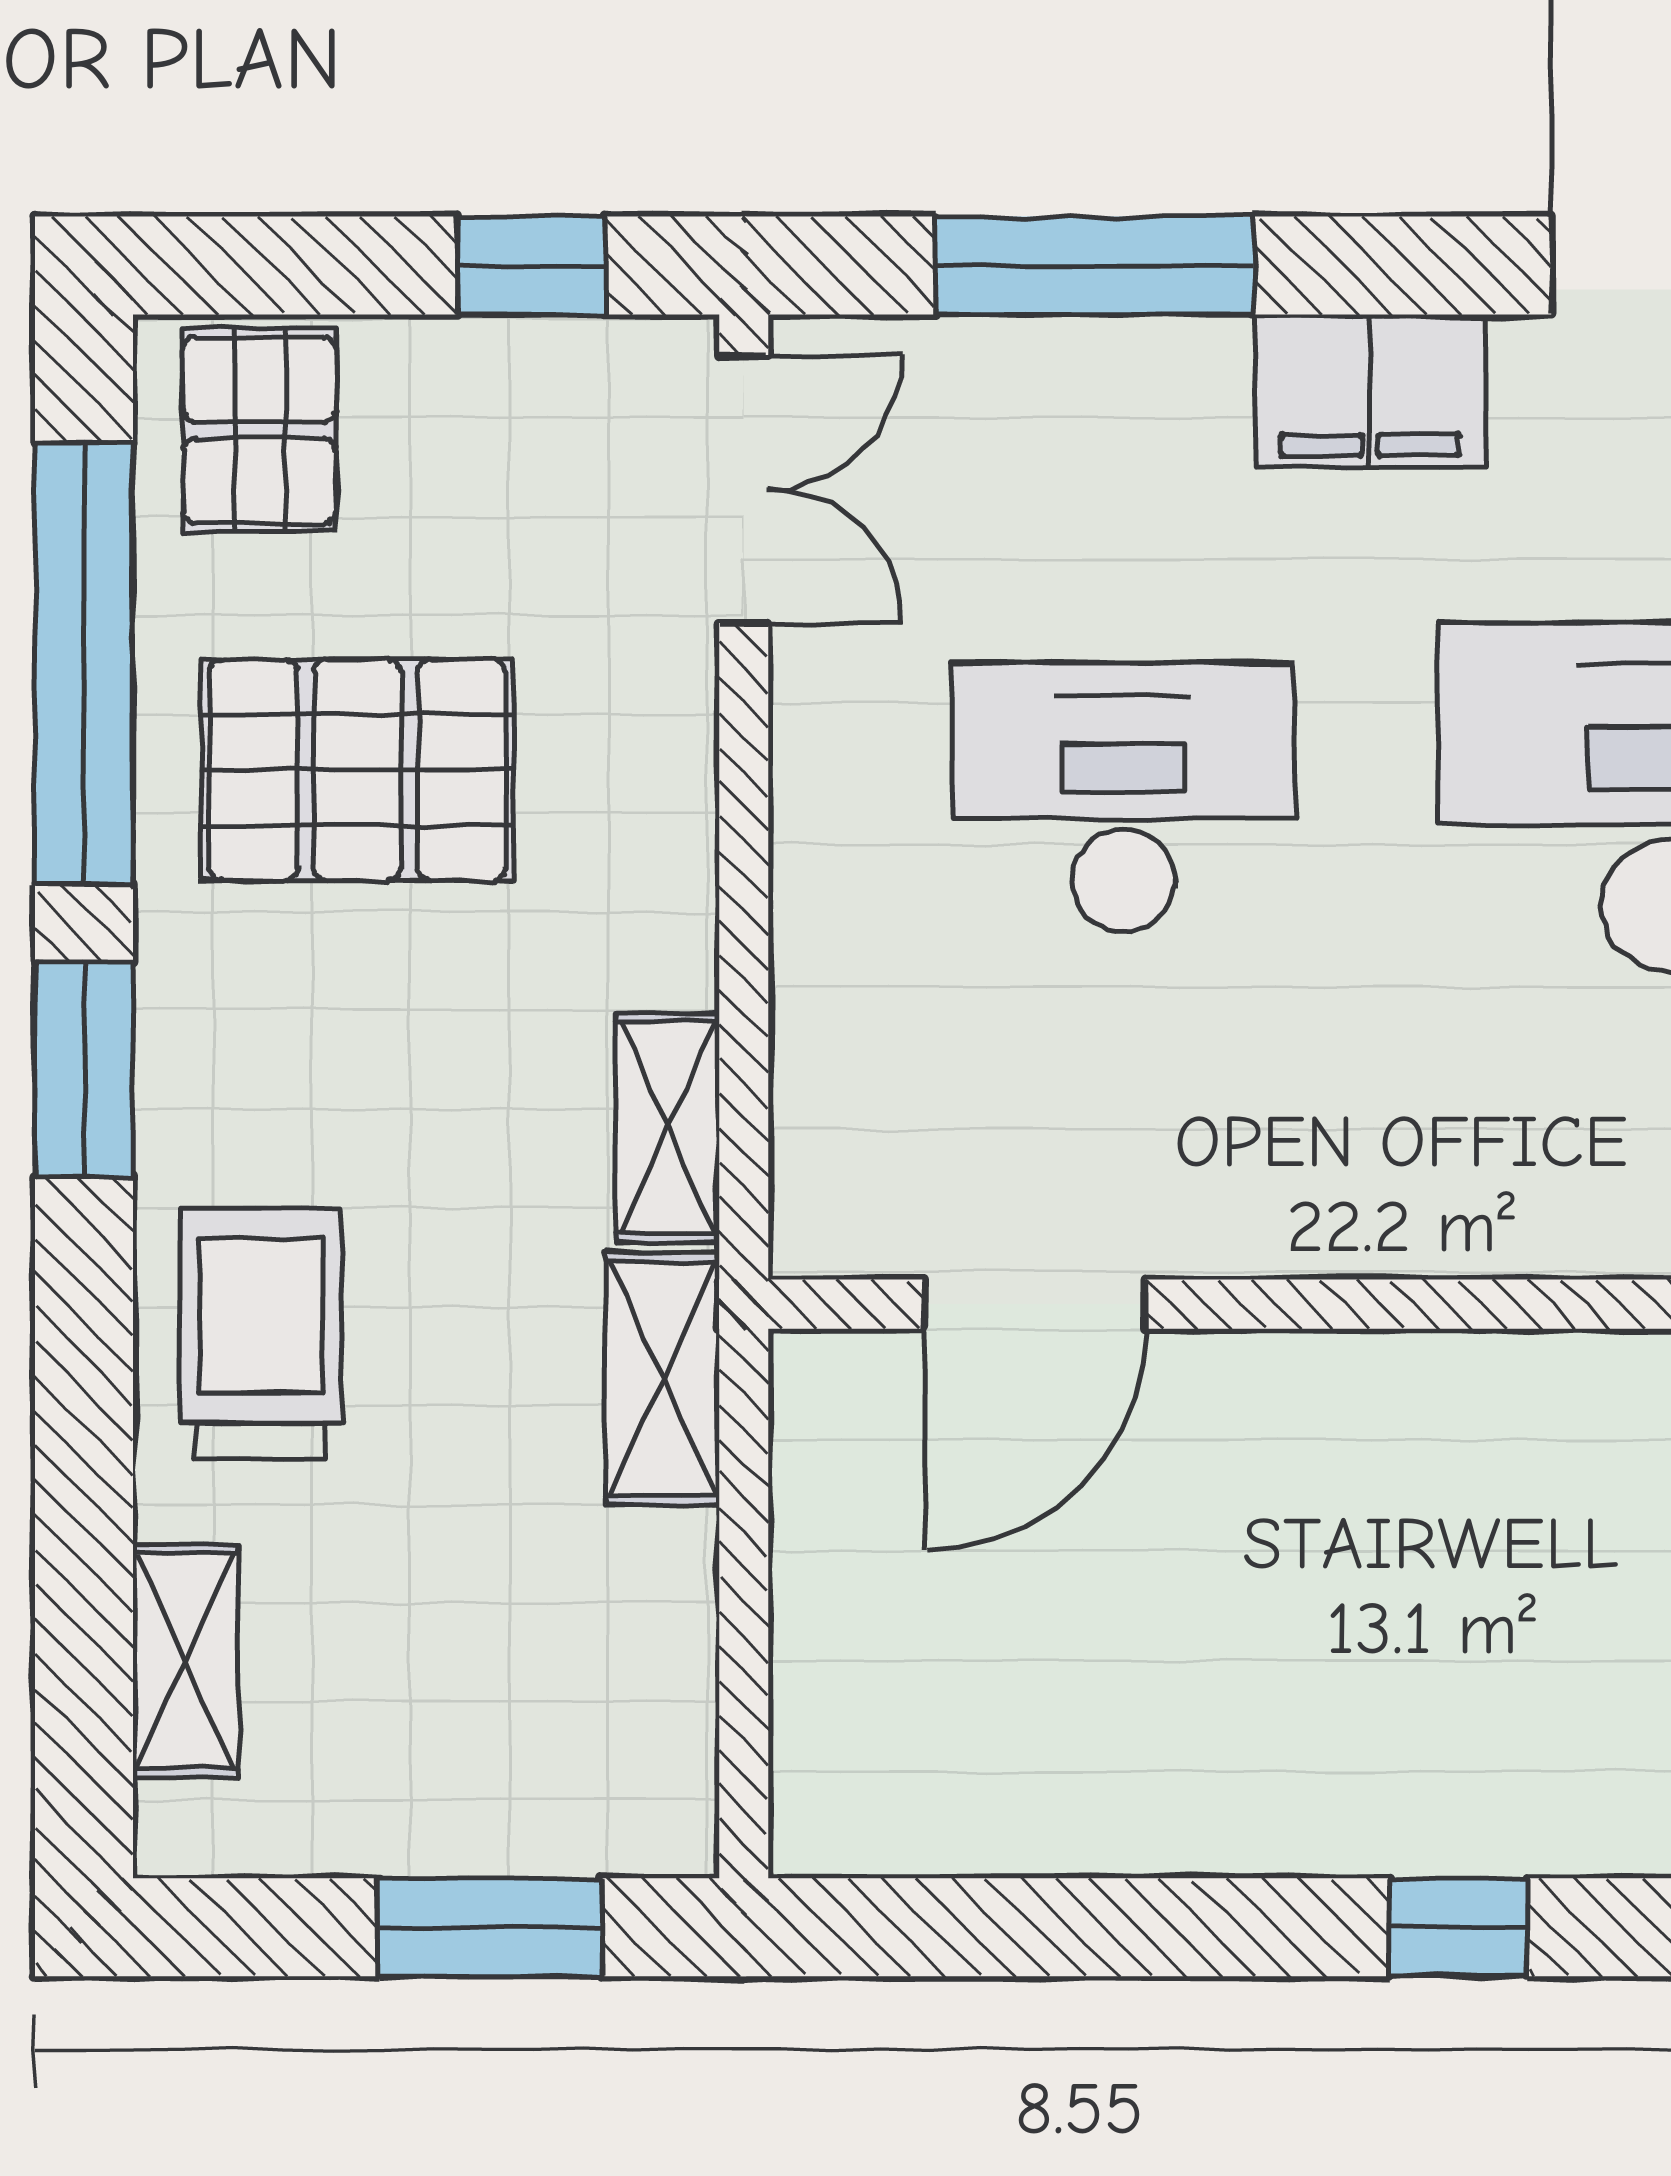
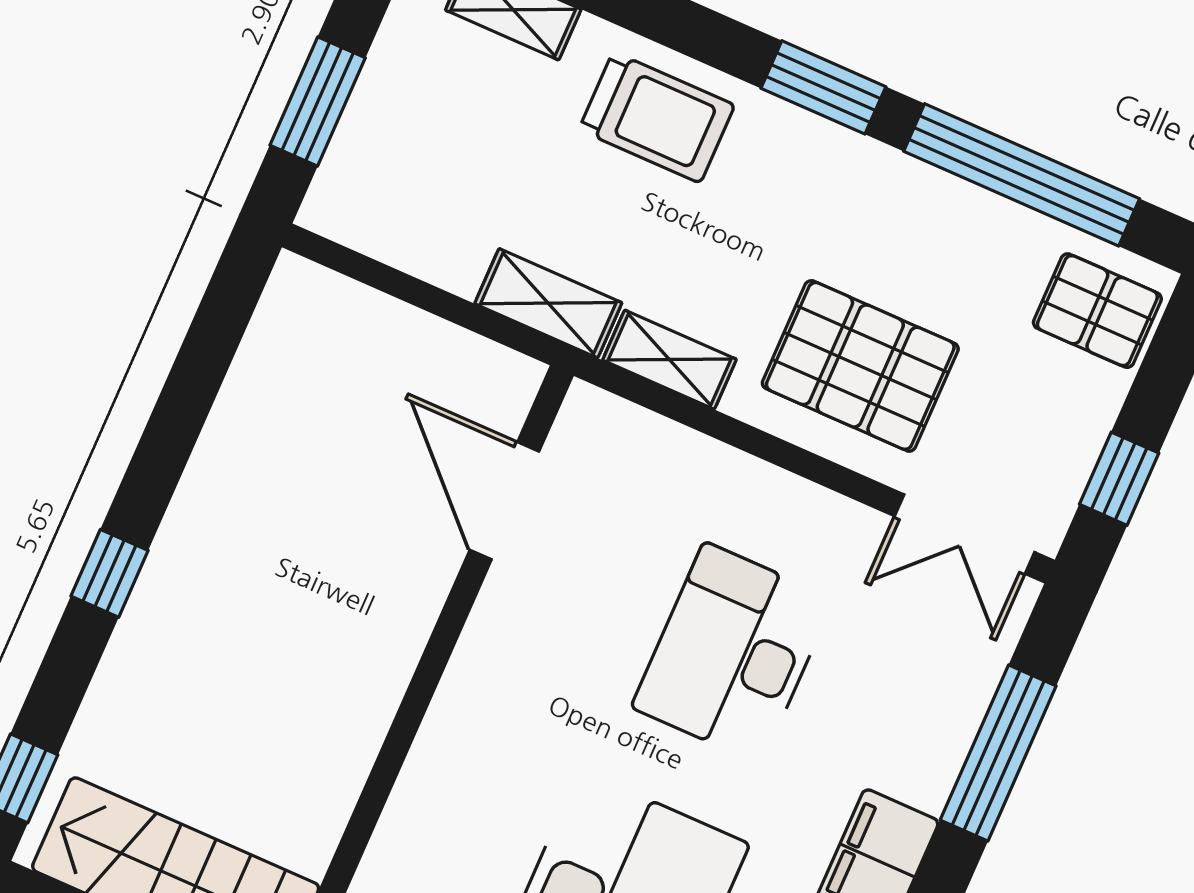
pallet: (357, 770) -> (860, 366), moved, turned 90
desk: (1123, 797) -> (733, 653), turned 180

